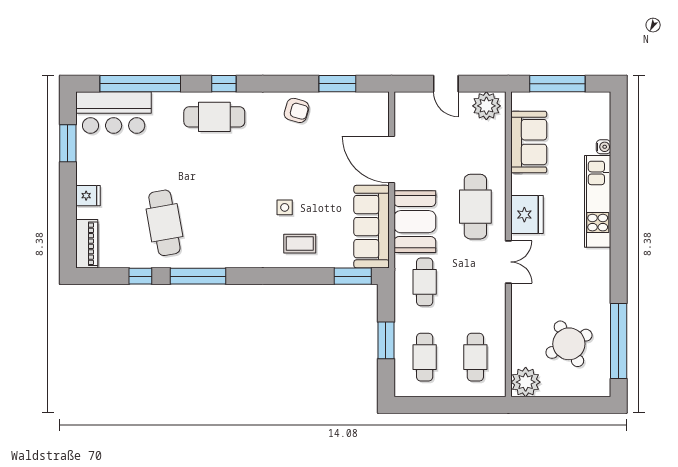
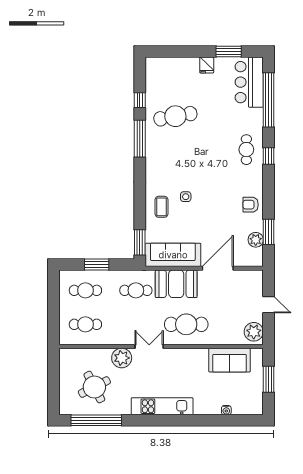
door: (446, 84) -> (269, 305), swing flipped
window: (557, 84) -> (269, 379), width x0.69
plant: (349, 103) -> (256, 240), added
armchair: (297, 110) -> (251, 205), turned 74
cafe table: (214, 117) -> (246, 150), width x0.73, depth x0.74
fridge: (88, 196) -> (207, 65), moved
kitchen unit: (598, 201) -> (162, 406), moved
fridge: (527, 215) -> (181, 359), removed
piano: (87, 244) -> (161, 64), removed
double door: (508, 262) -> (149, 346), swing flipped
plant: (526, 382) -> (122, 358), moved

